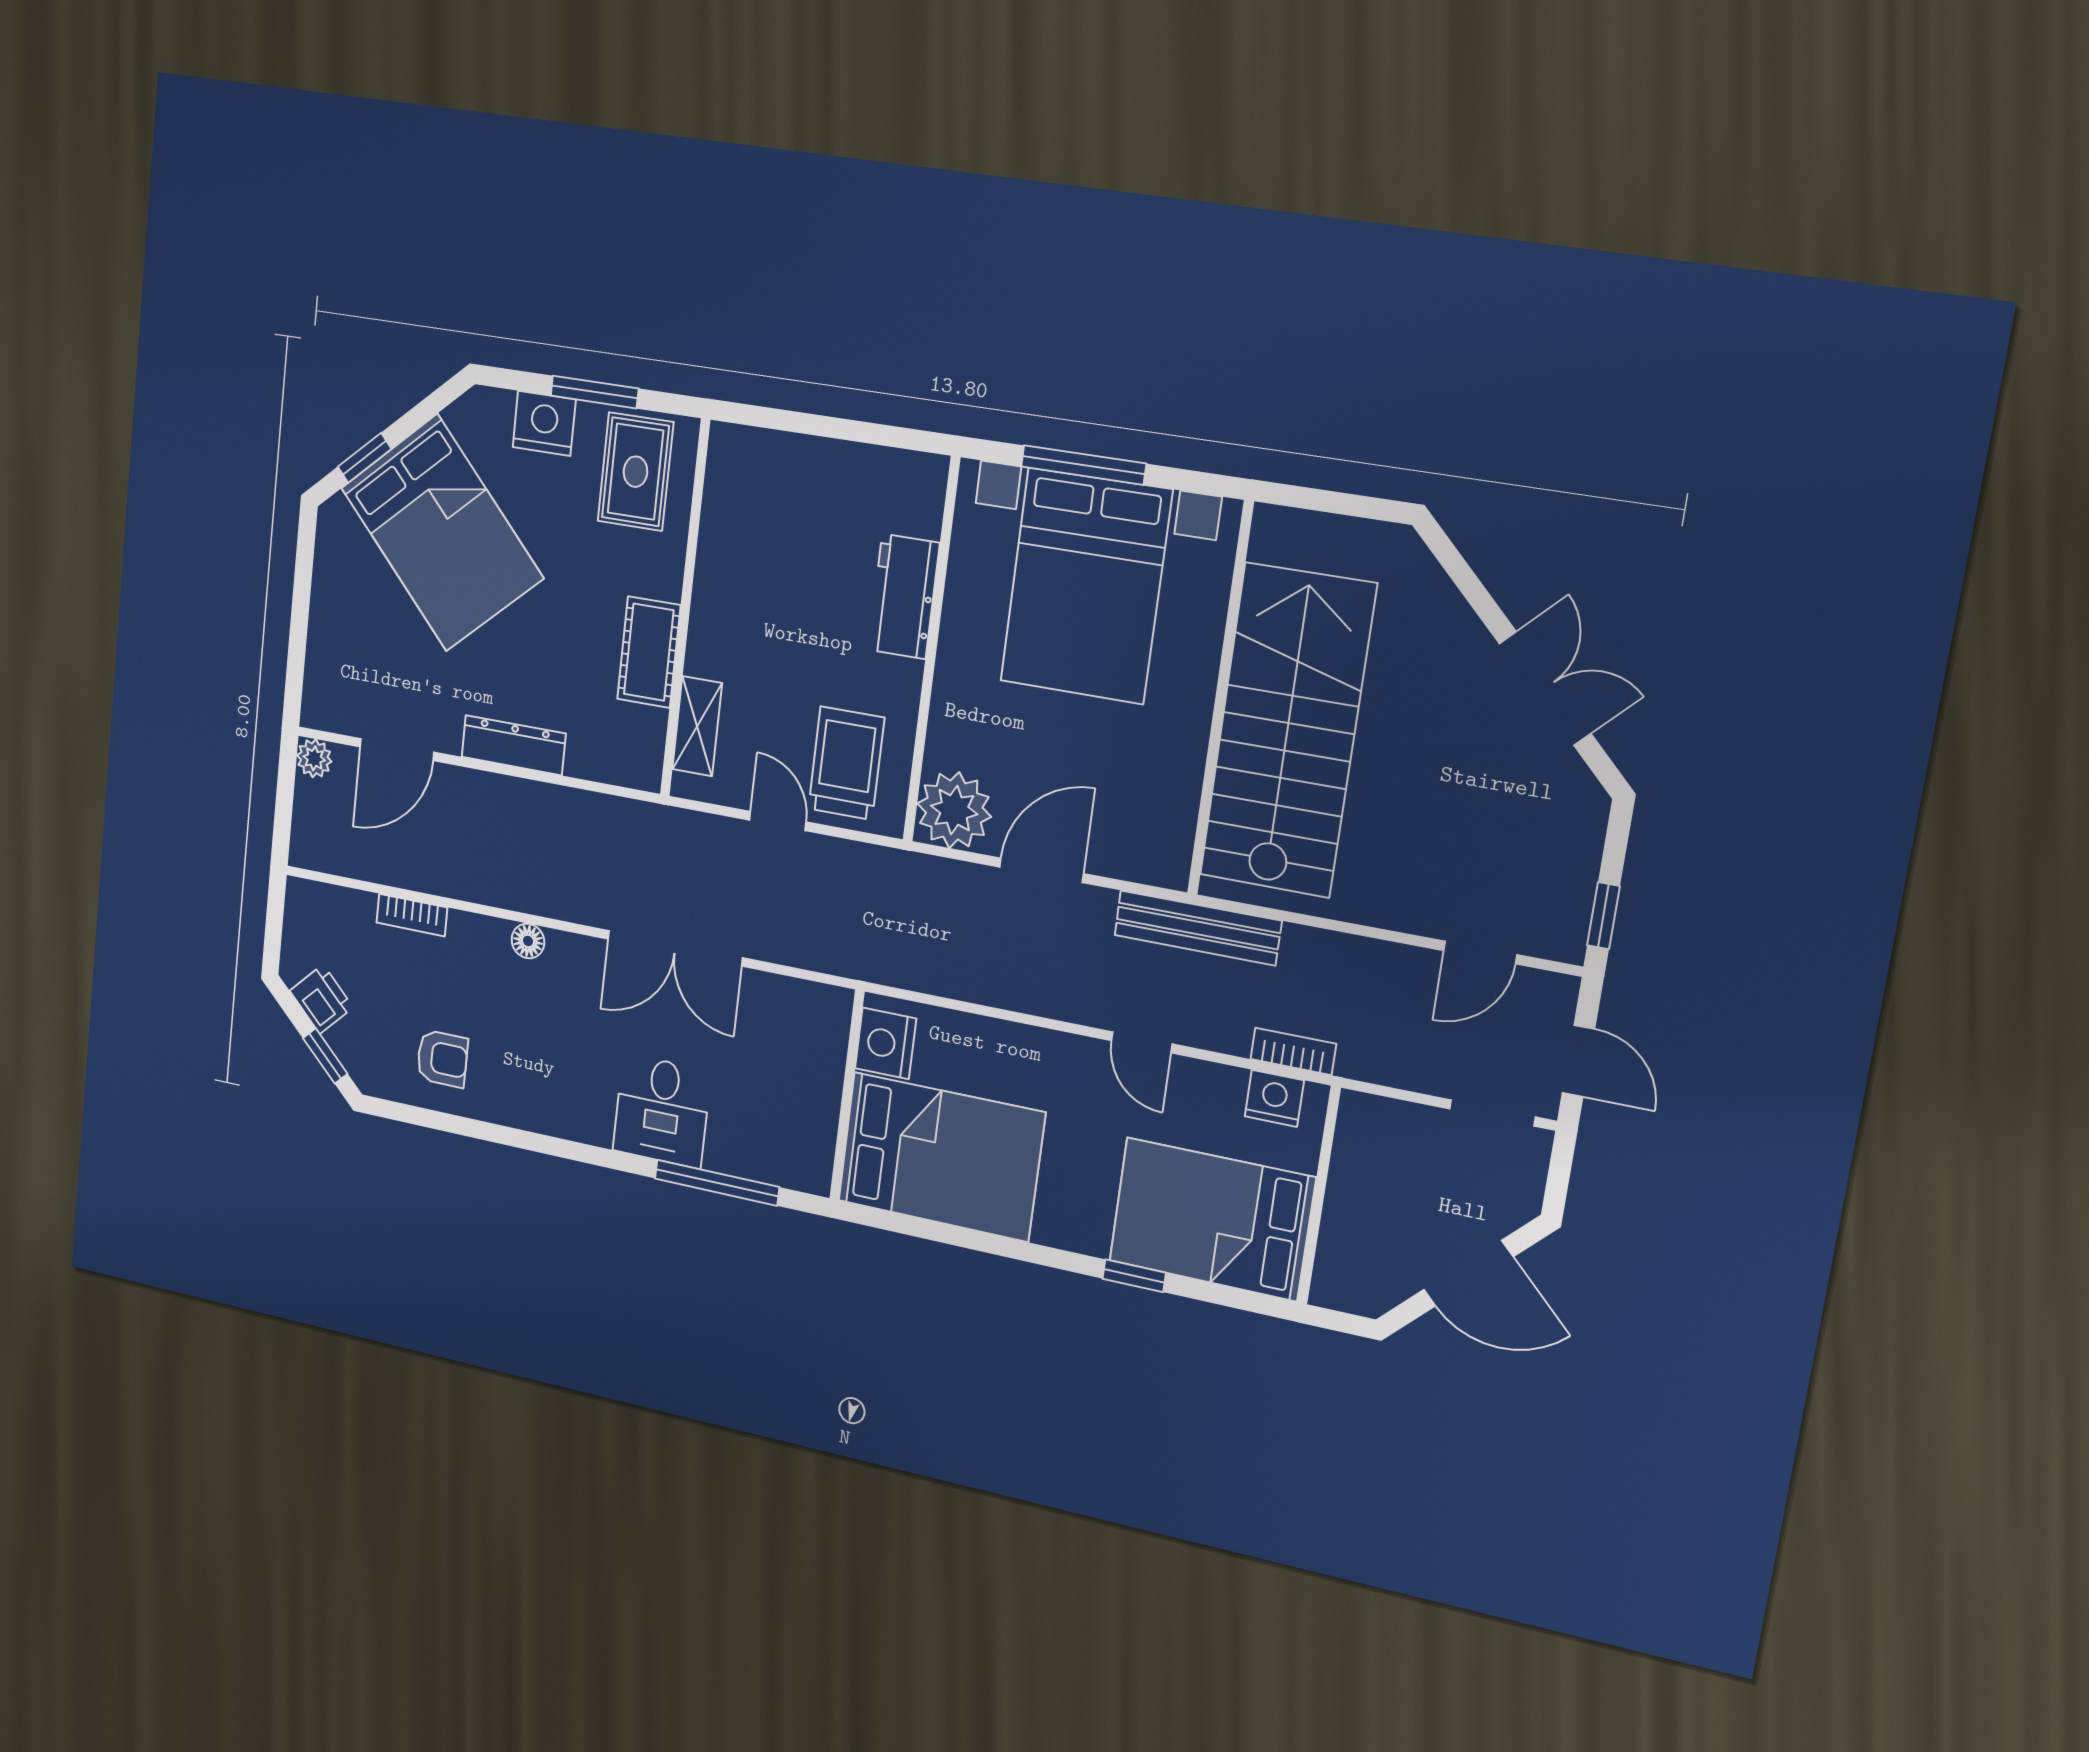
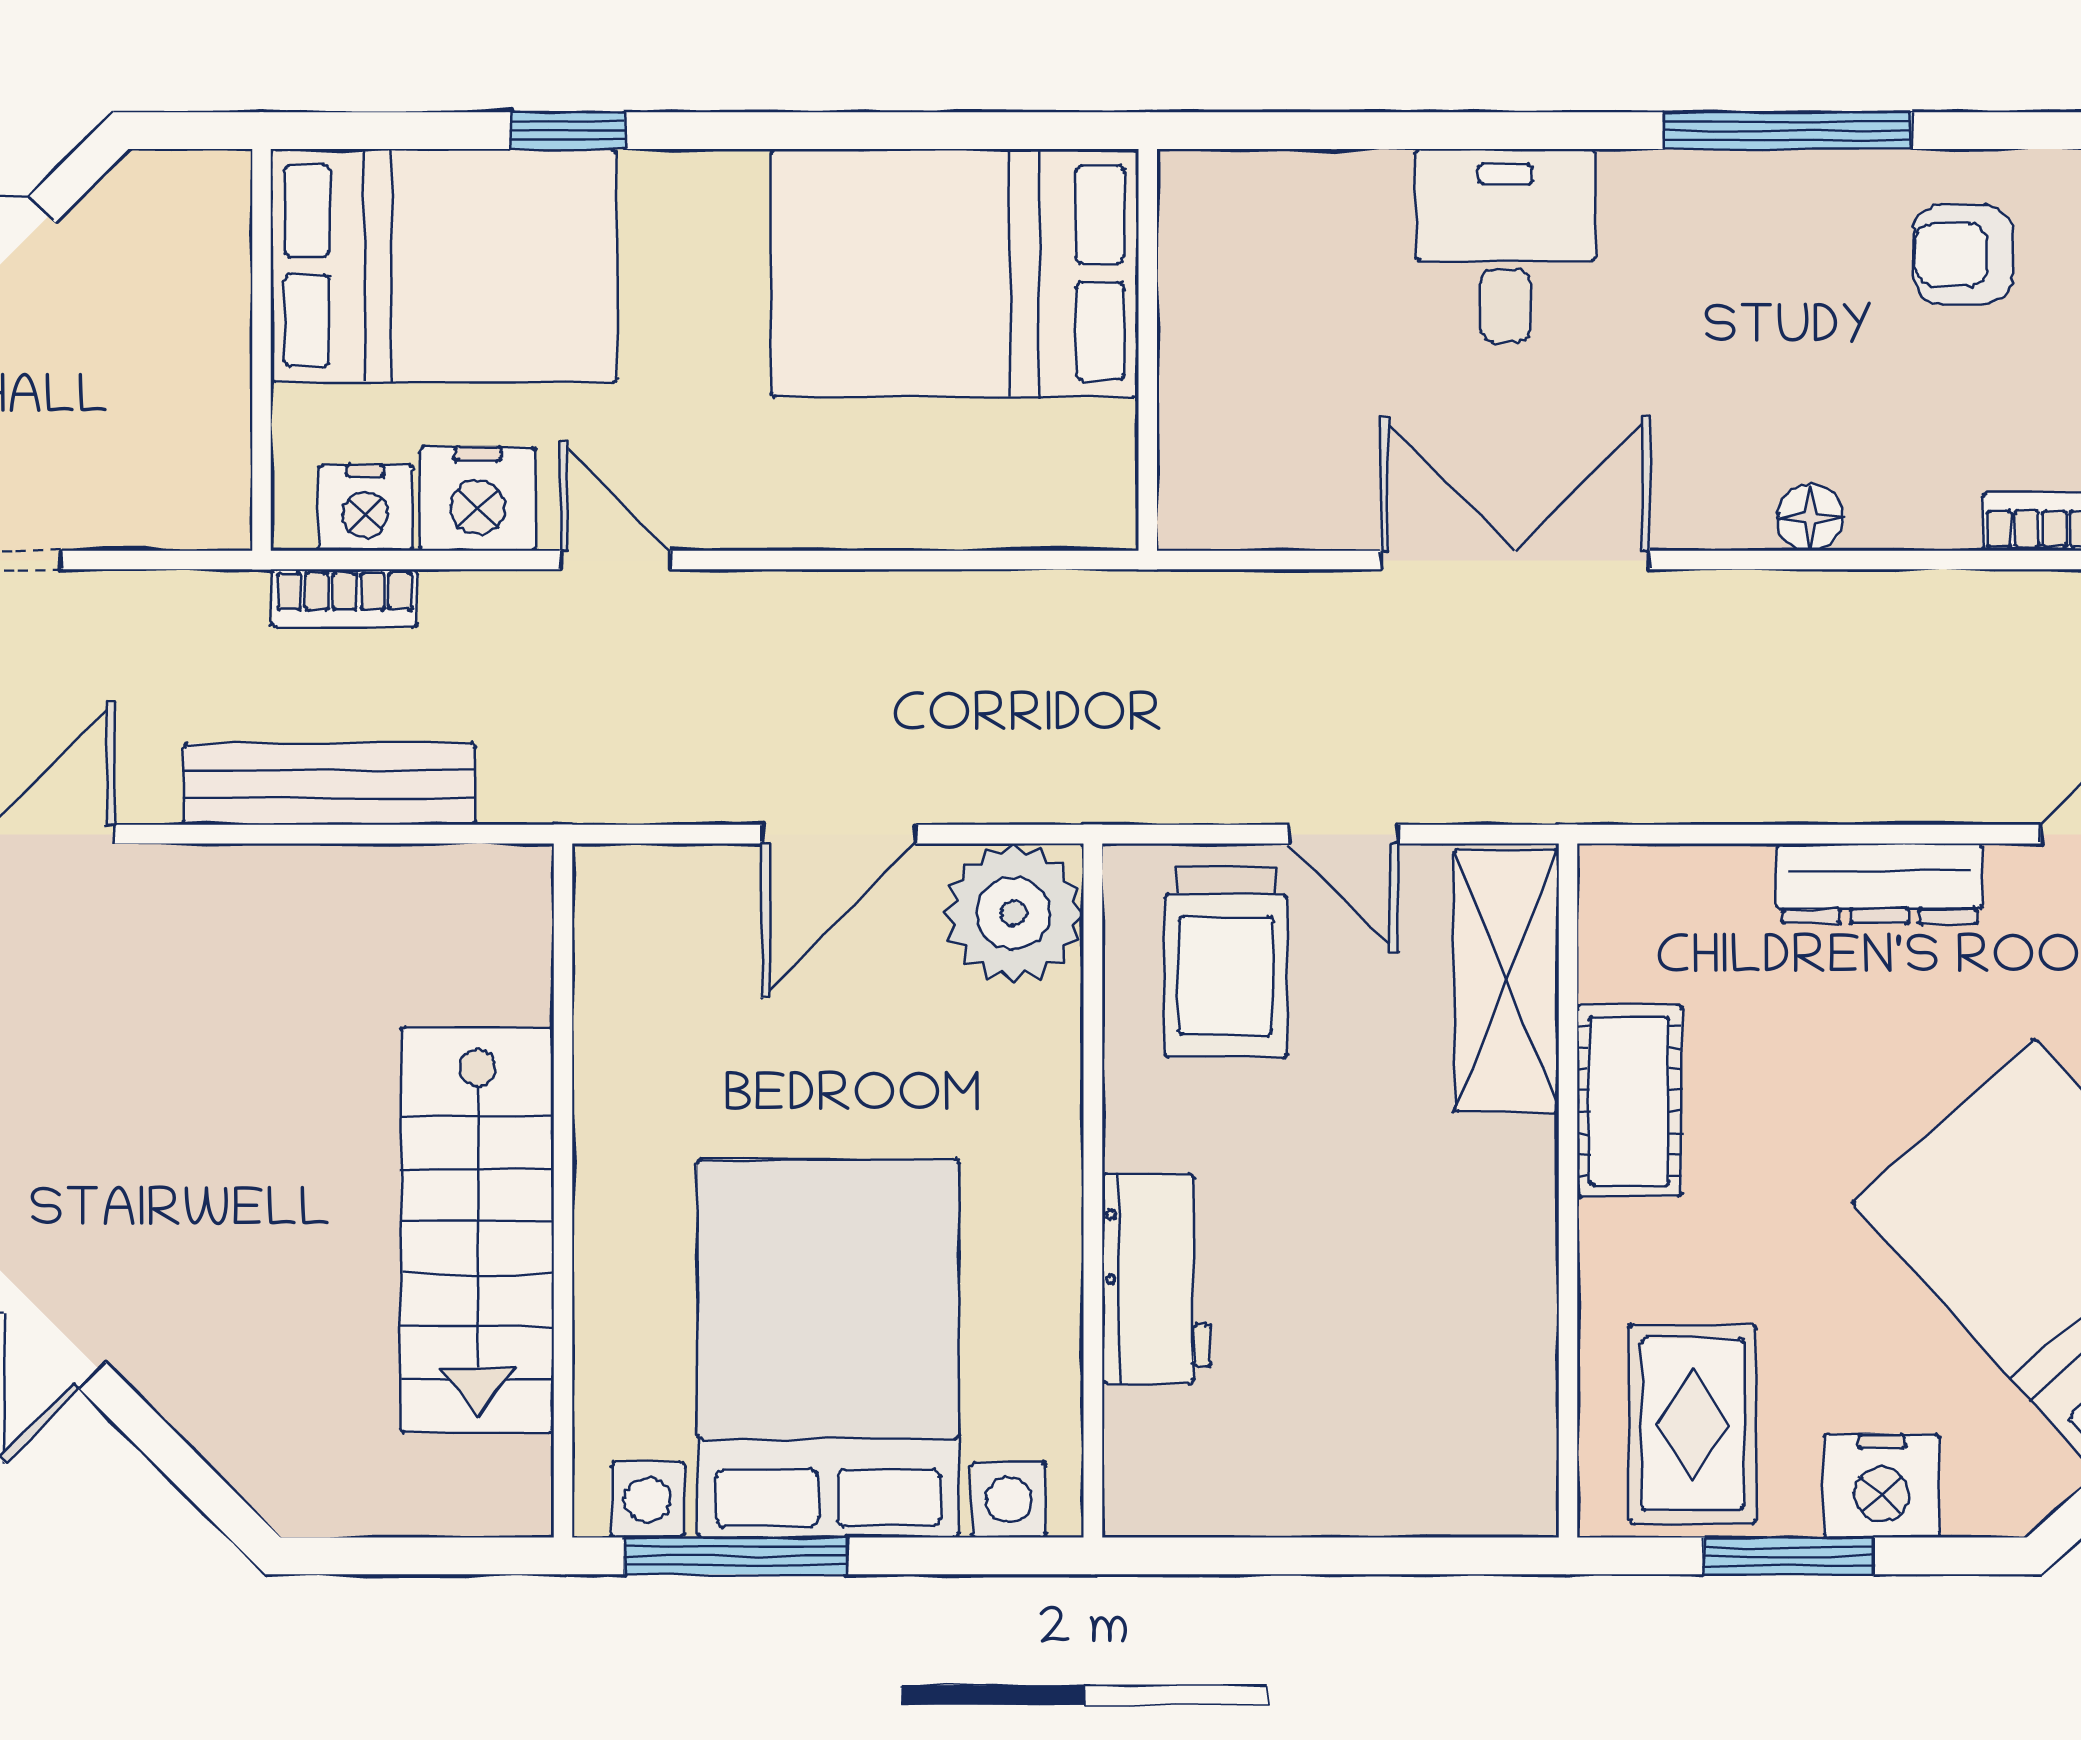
window: (1083, 465) -> (736, 1556), moved
shelving: (697, 726) -> (1506, 981), width x1.50, depth x1.33
stairs: (1287, 731) -> (477, 1230), width x0.73, depth x0.66
bench: (1198, 928) -> (329, 784), moved
nightstand: (886, 1043) -> (478, 499), moved, turned 90
window: (717, 1183) -> (1787, 131), moved

